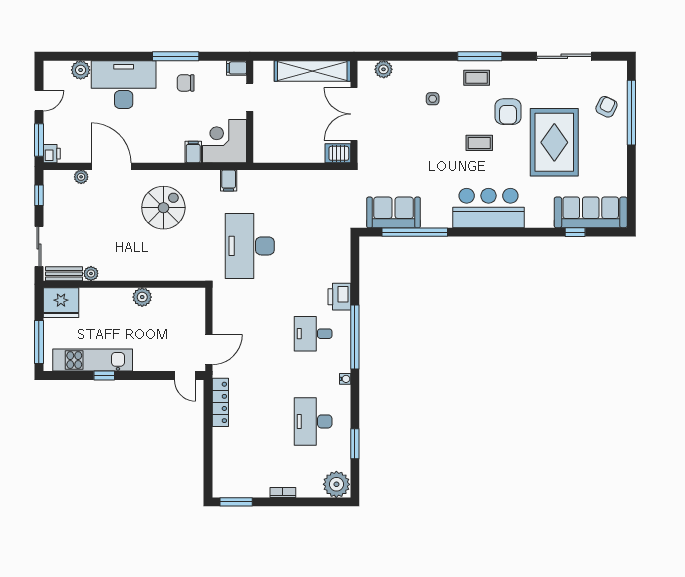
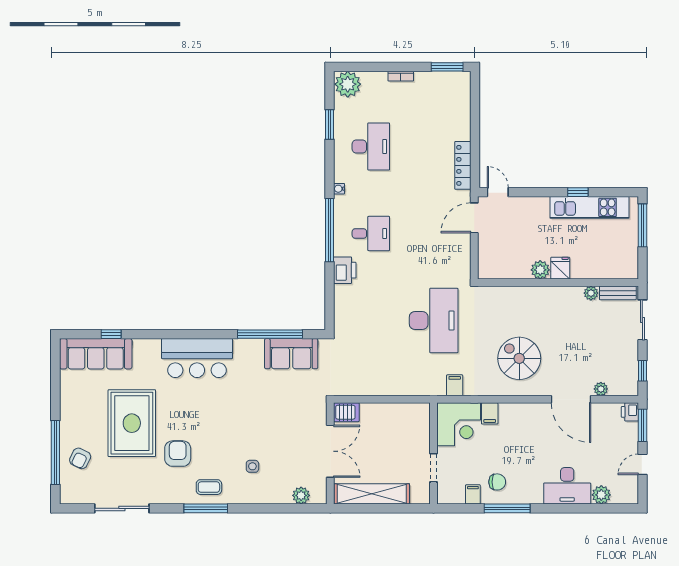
filing cabinet: (237, 68) -> (473, 494), moved, turned -90
desk: (124, 85) -> (567, 486), width x0.73, depth x0.77
coffee table: (479, 143) -> (206, 423), removed
spiral stairs: (163, 208) -> (519, 358), turned 90
fridge: (61, 303) -> (560, 268), moved, width x0.53, depth x0.75

